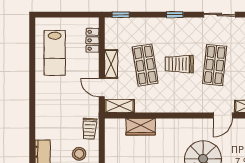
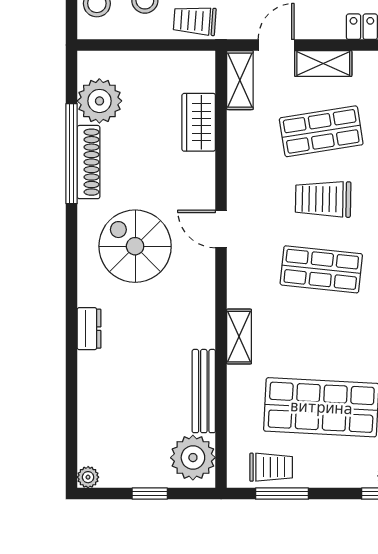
trolley: (179, 64) -> (323, 199), turned -89
door: (223, 115) -> (221, 229), moved

